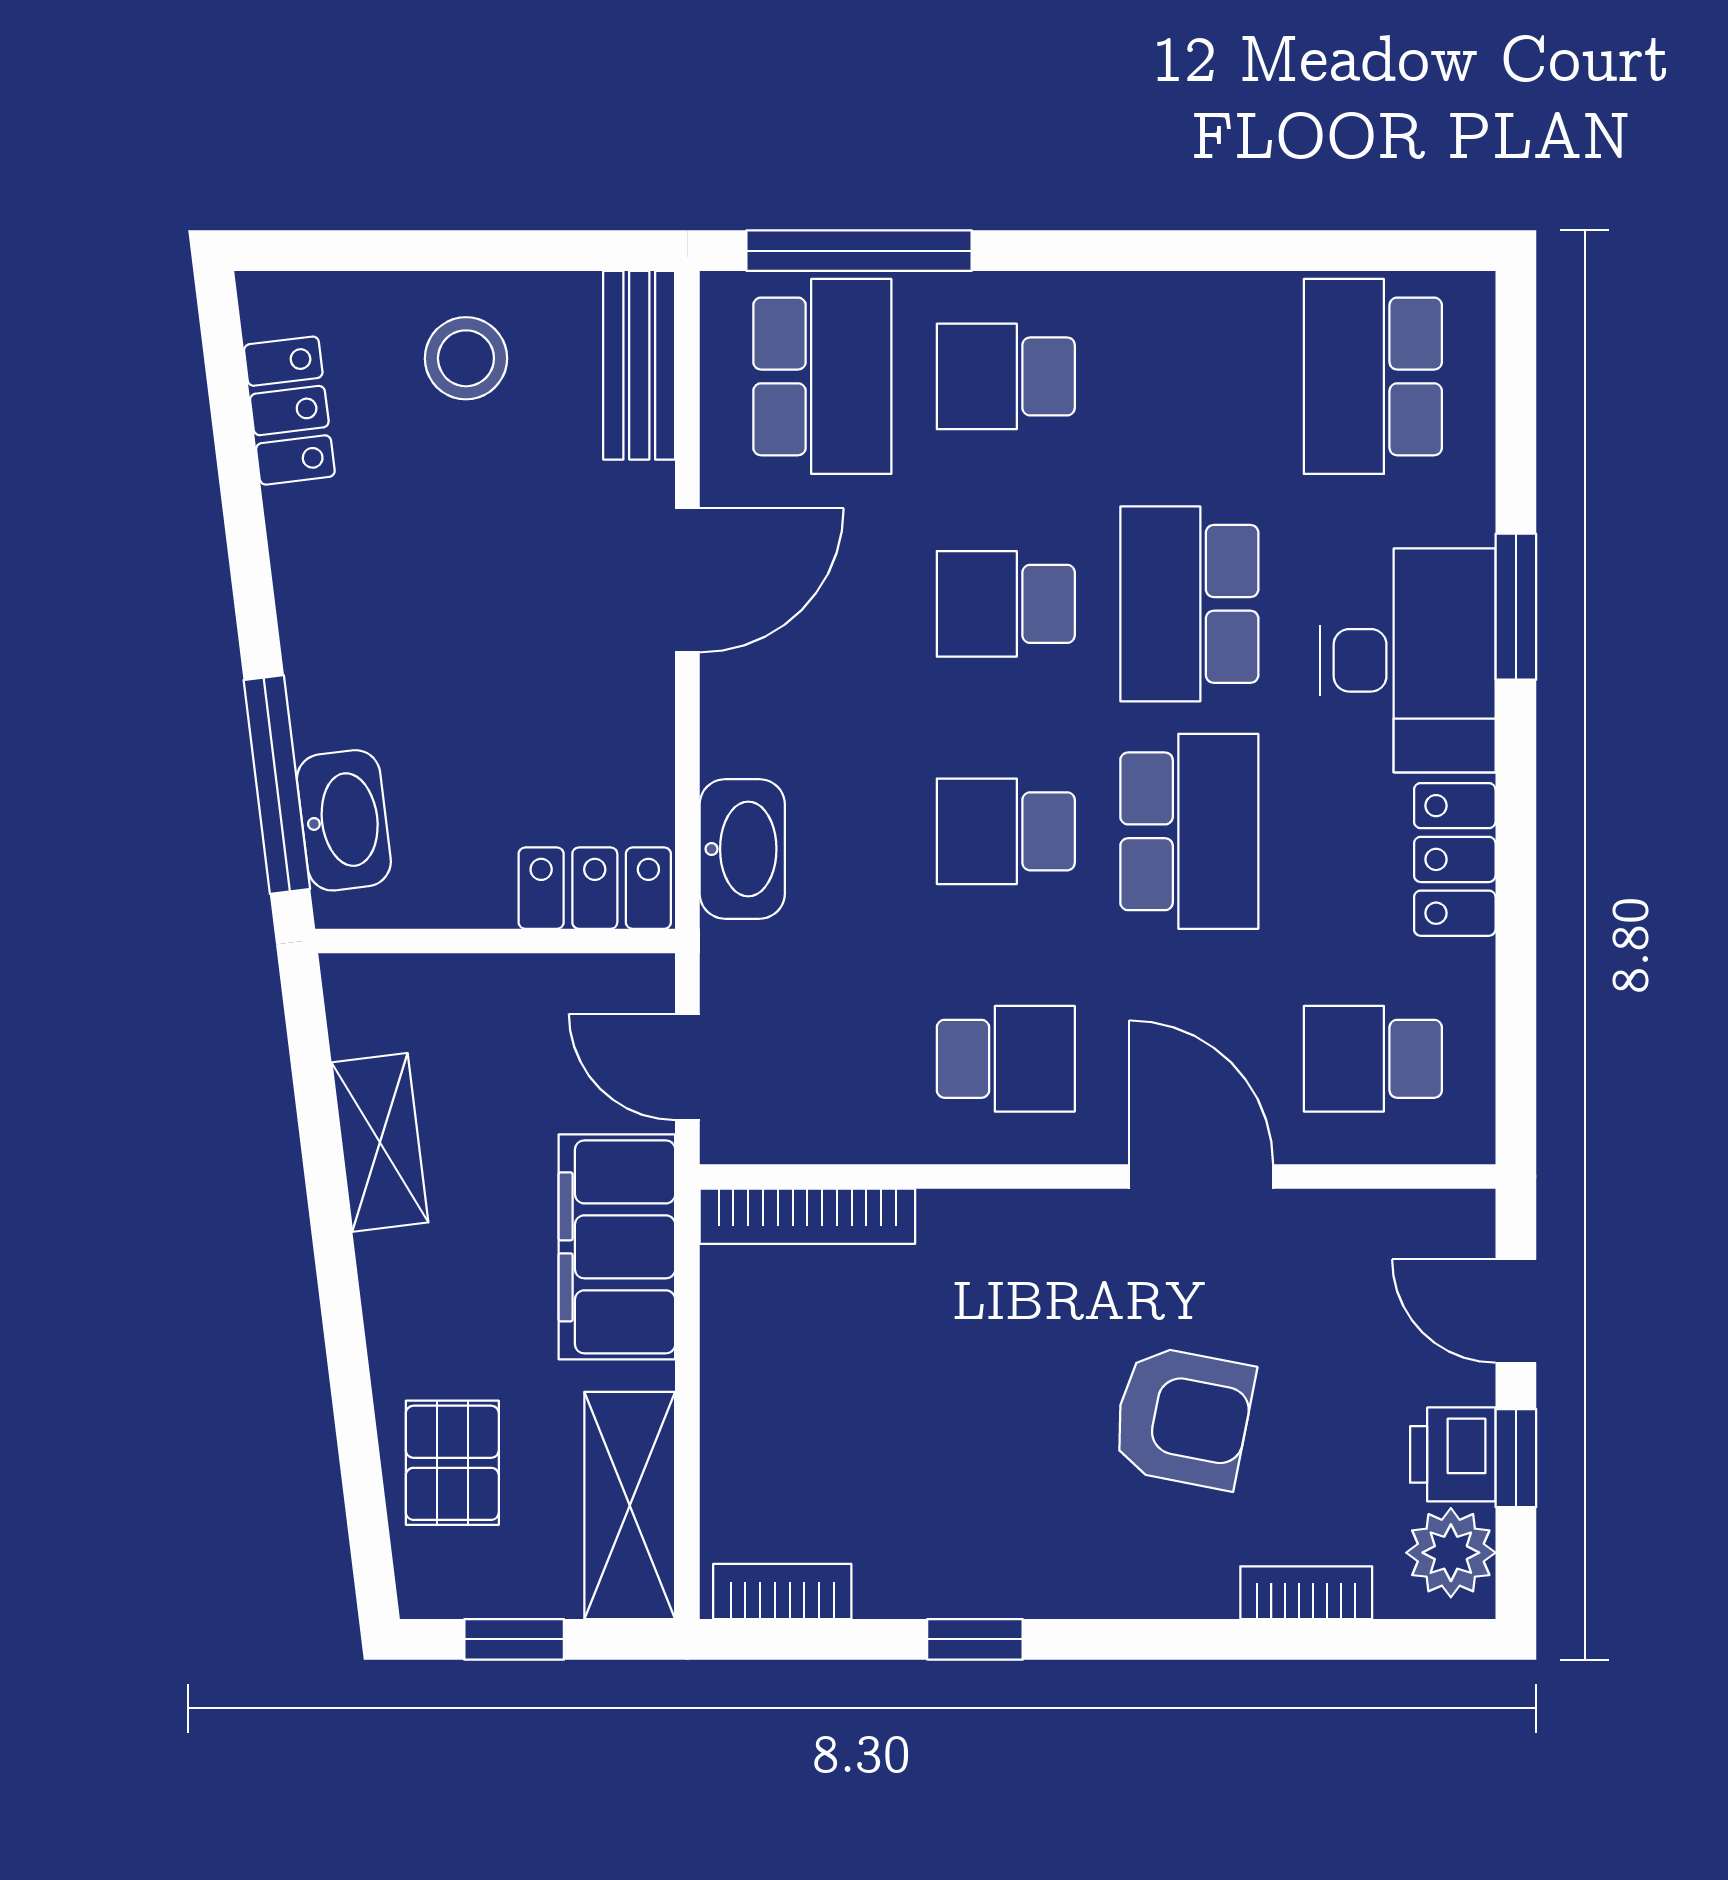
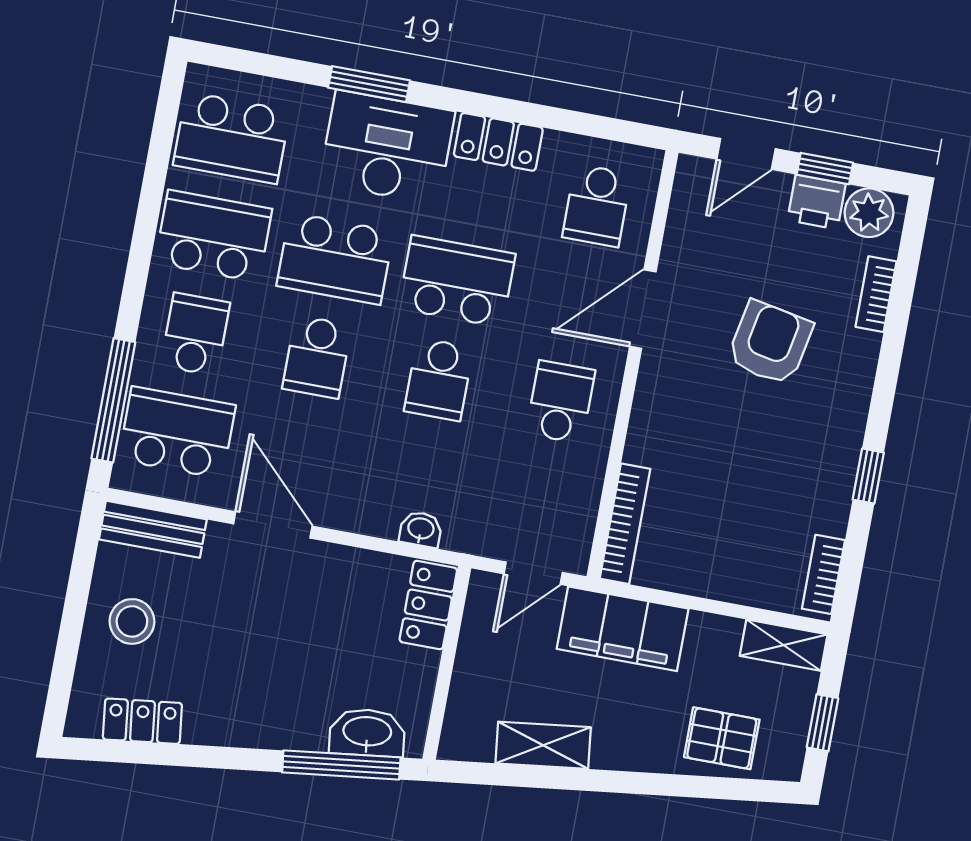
school desk: (1006, 376) -> (195, 334), turned 180
school desk: (1189, 376) -> (213, 236), added
washbasin: (742, 849) -> (421, 529), width x0.52, depth x0.69
shelving: (630, 1505) -> (784, 645), width x0.67, depth x0.75

